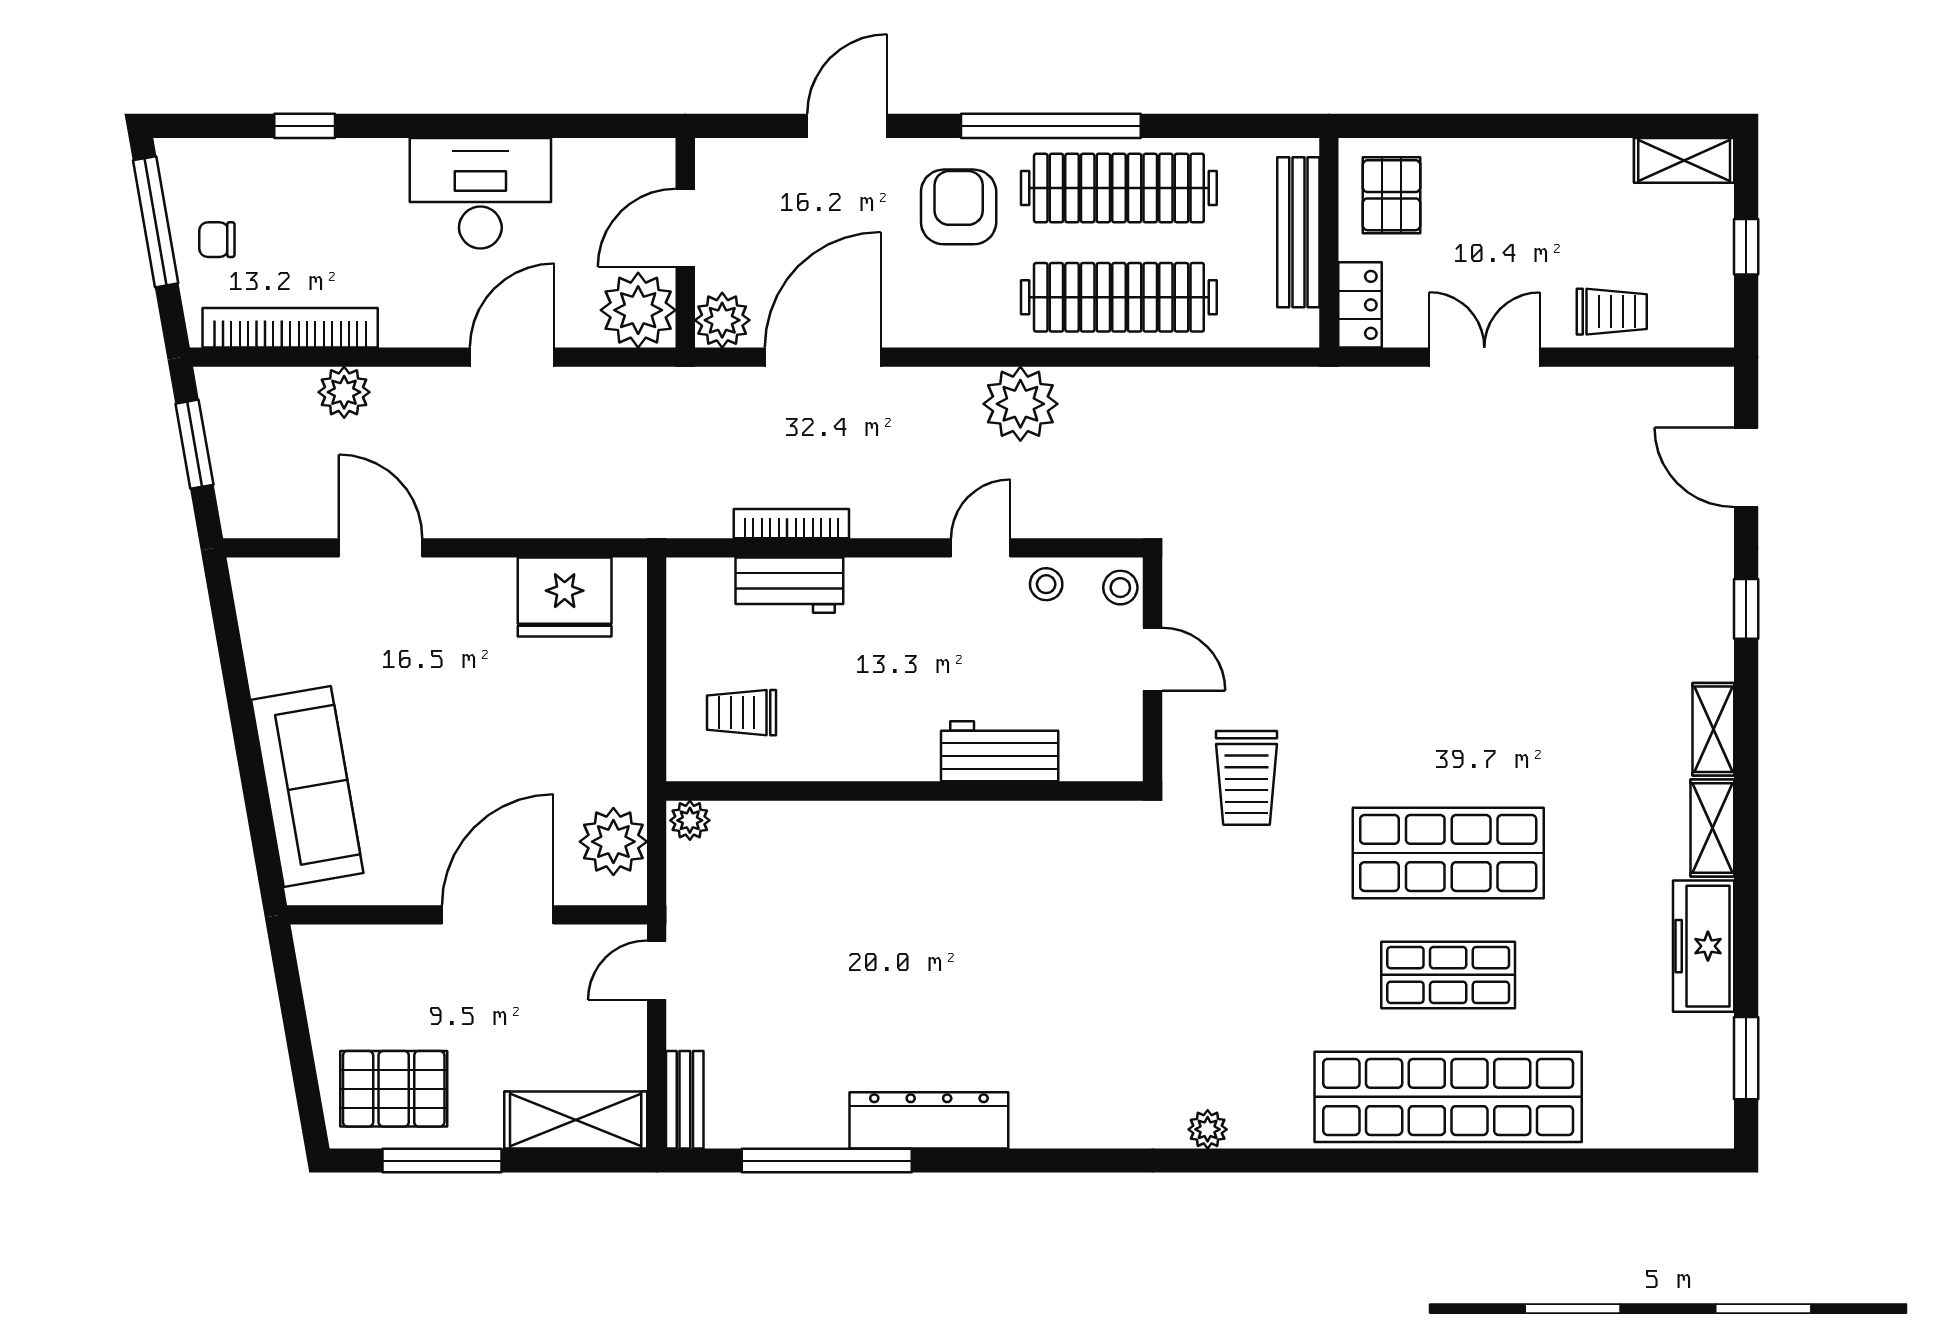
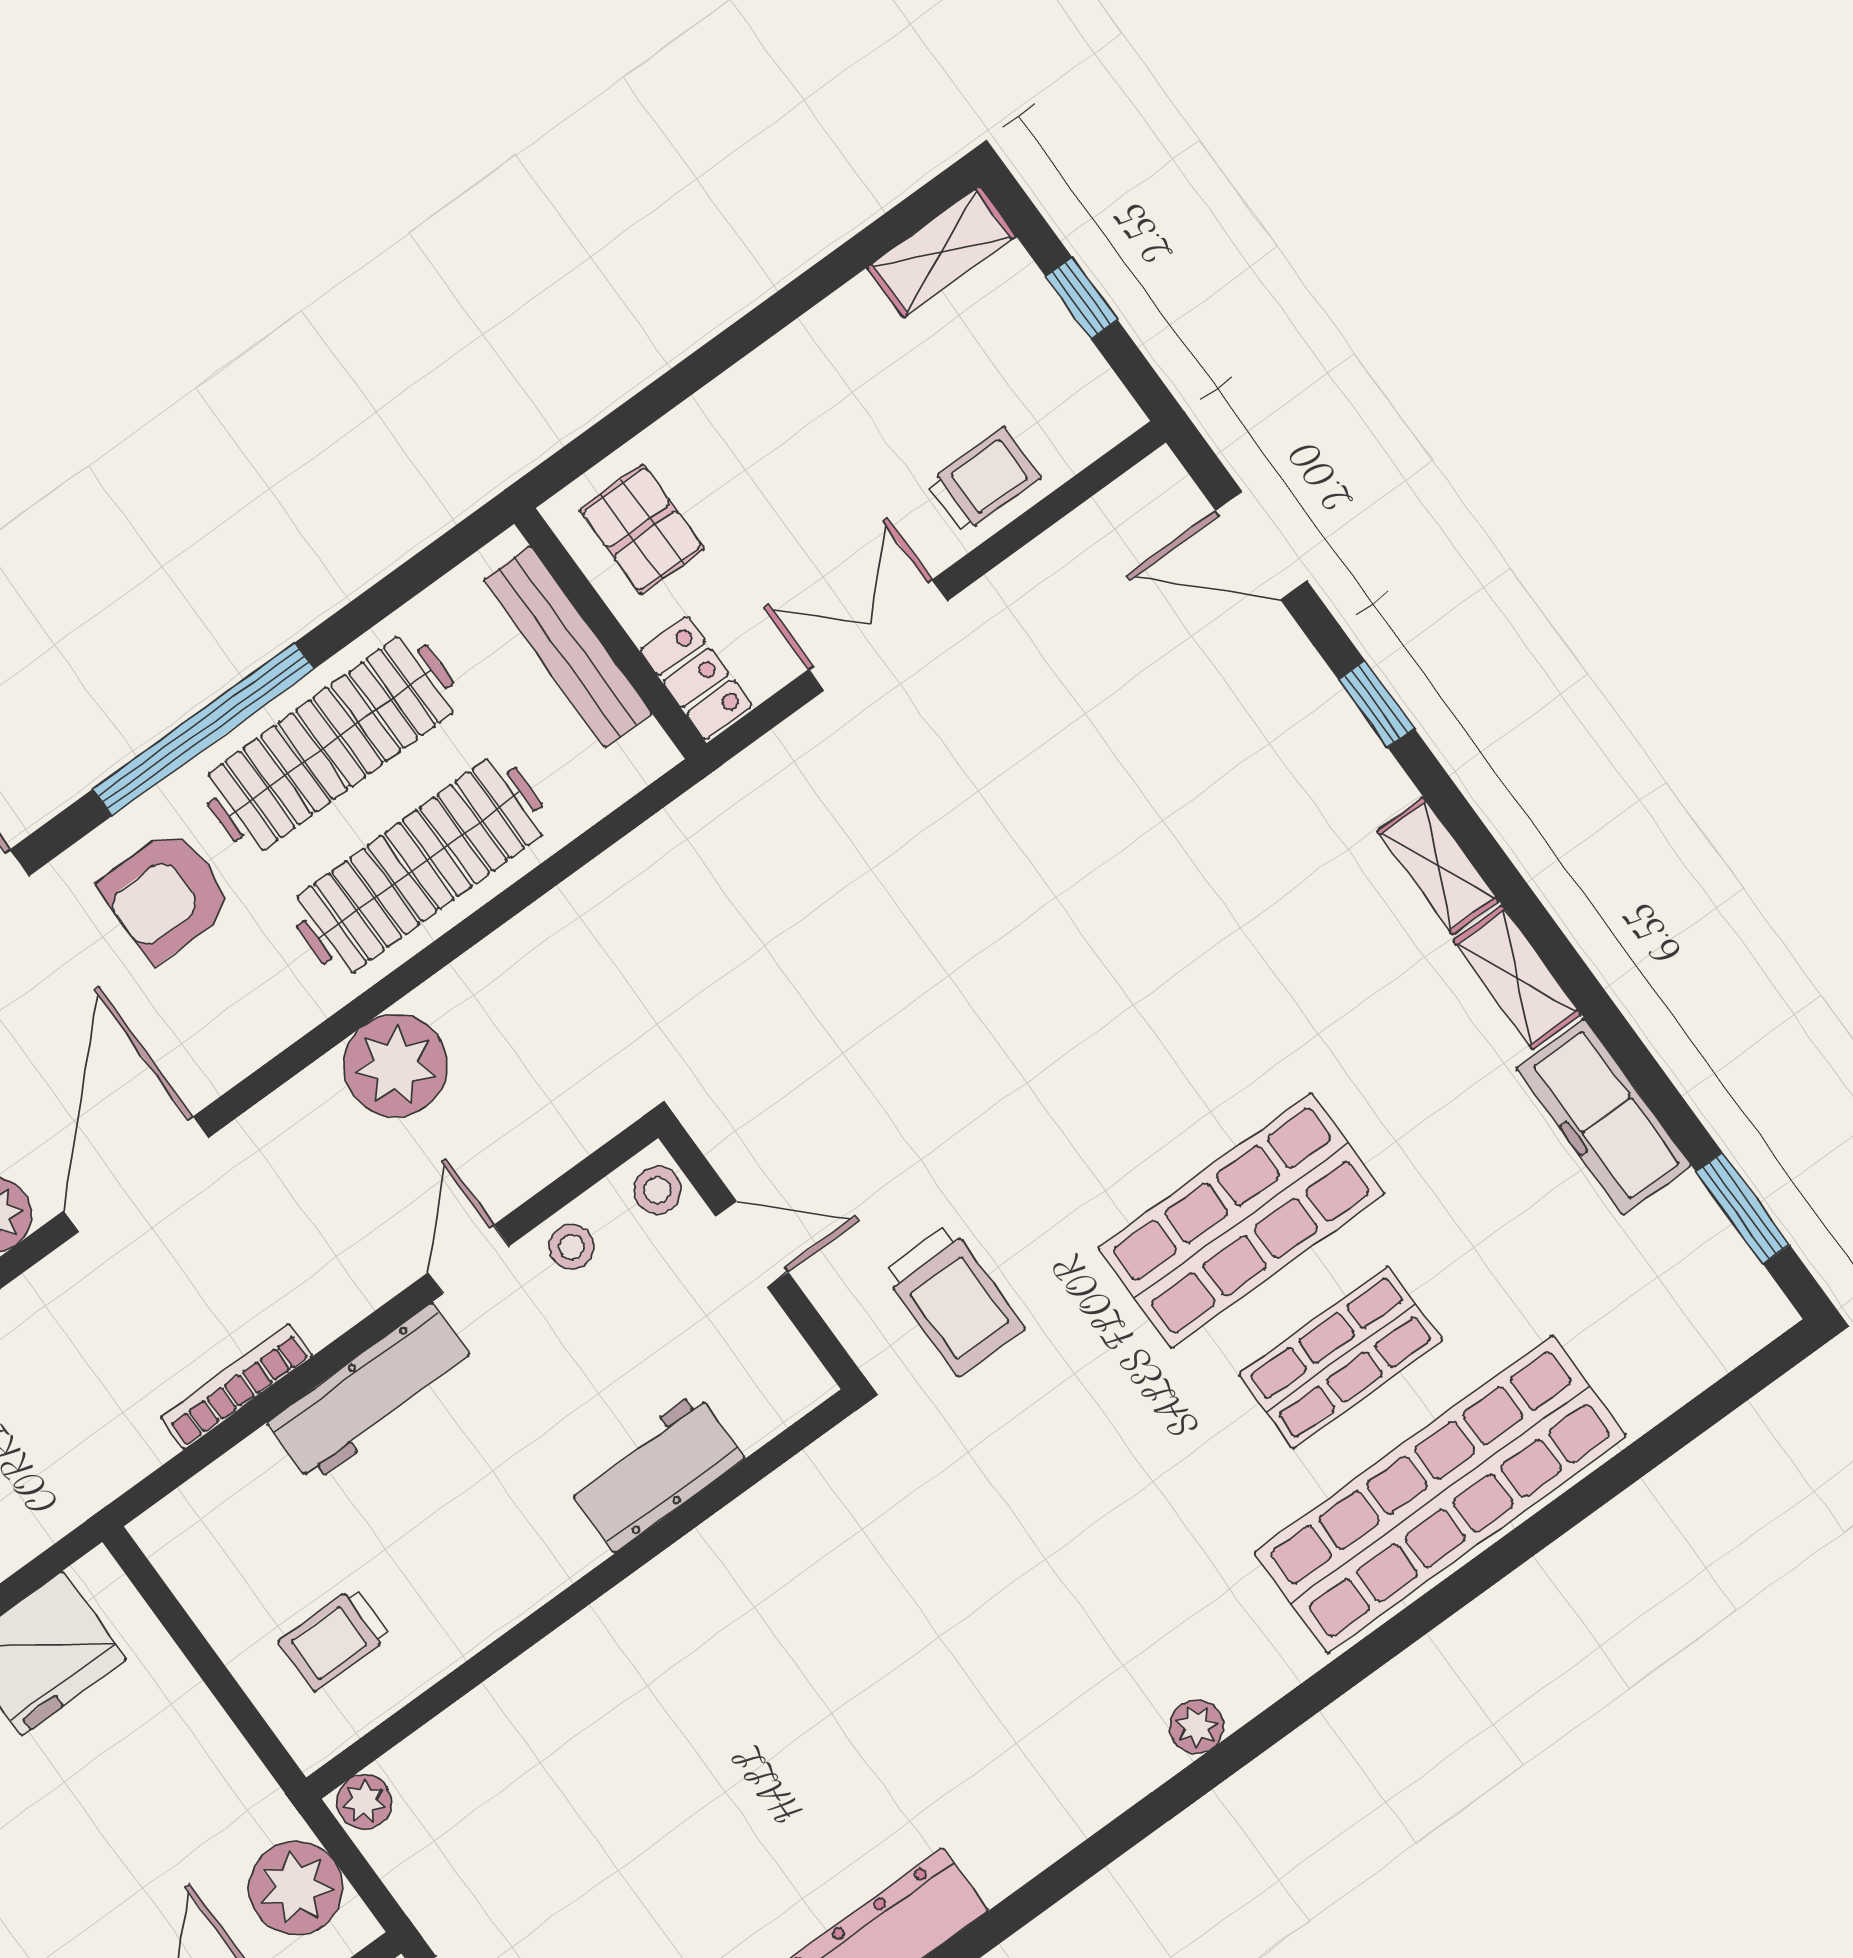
armchair: (959, 207) -> (166, 895), turned -90
workbench: (789, 585) -> (372, 1394), moved, width x1.37

